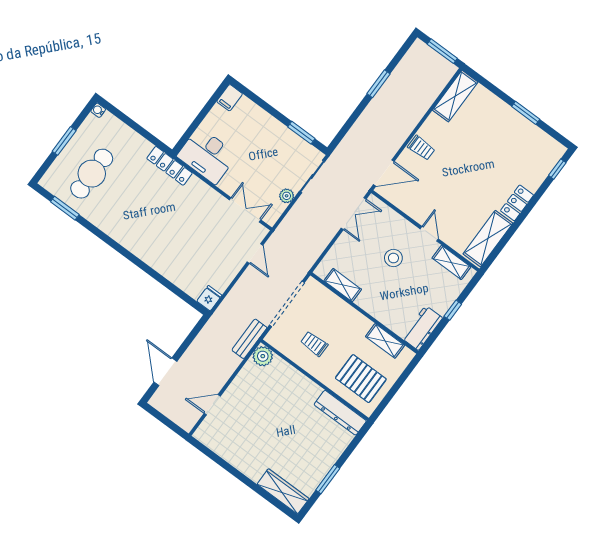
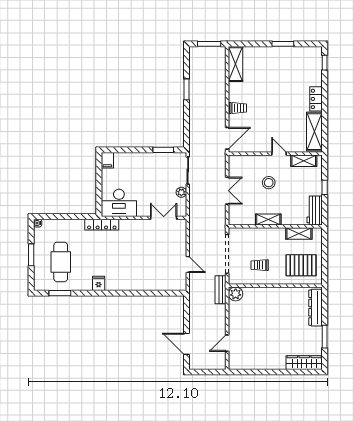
double door: (354, 214) -> (227, 191), moved
door: (255, 253) -> (188, 265), moved
shelving: (343, 285) -> (268, 220), moved
fridge: (209, 298) -> (99, 283), moved
dresser: (340, 413) -> (316, 308), moved, turned 90

